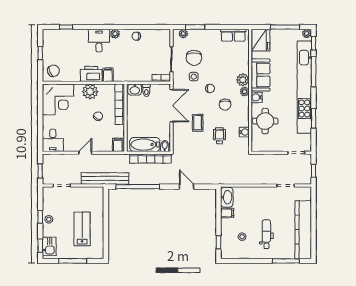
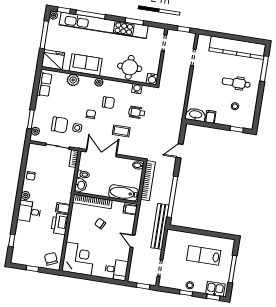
plant: (243, 80) -> (73, 80), moved
plant: (90, 92) -> (76, 227), removed
water cooler: (257, 97) -> (152, 79), moved
bathtub: (145, 145) -> (123, 193), moved, turned 90

